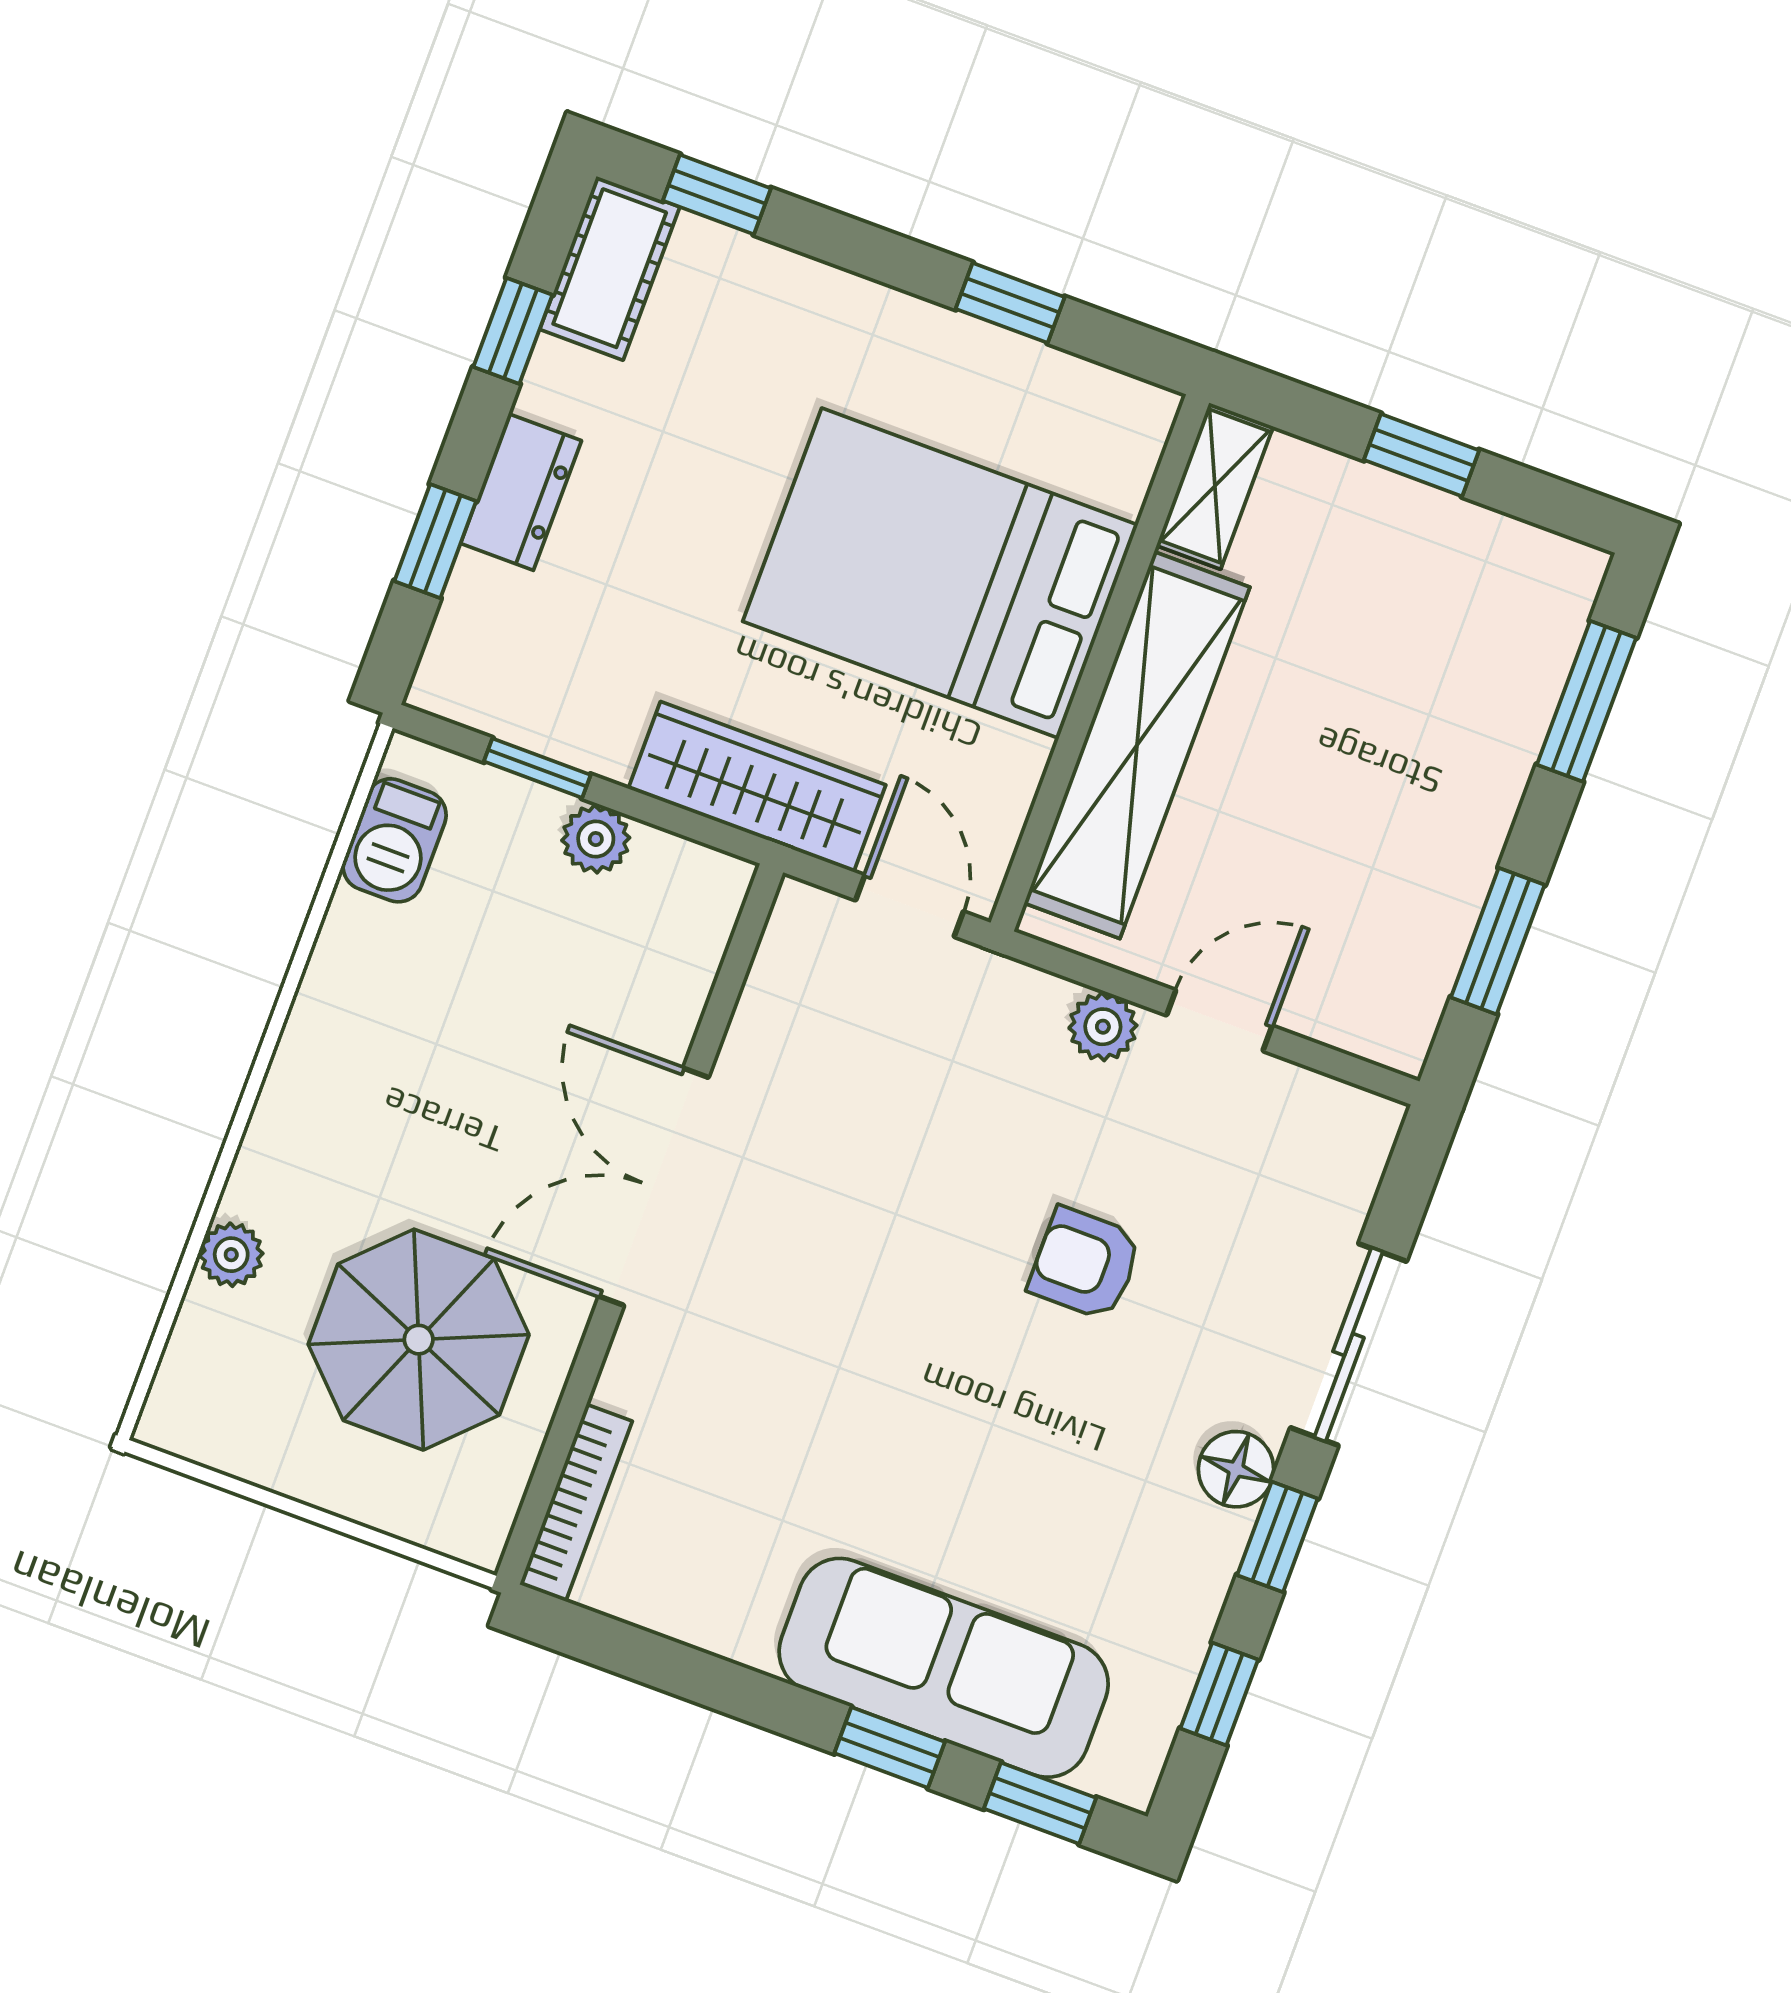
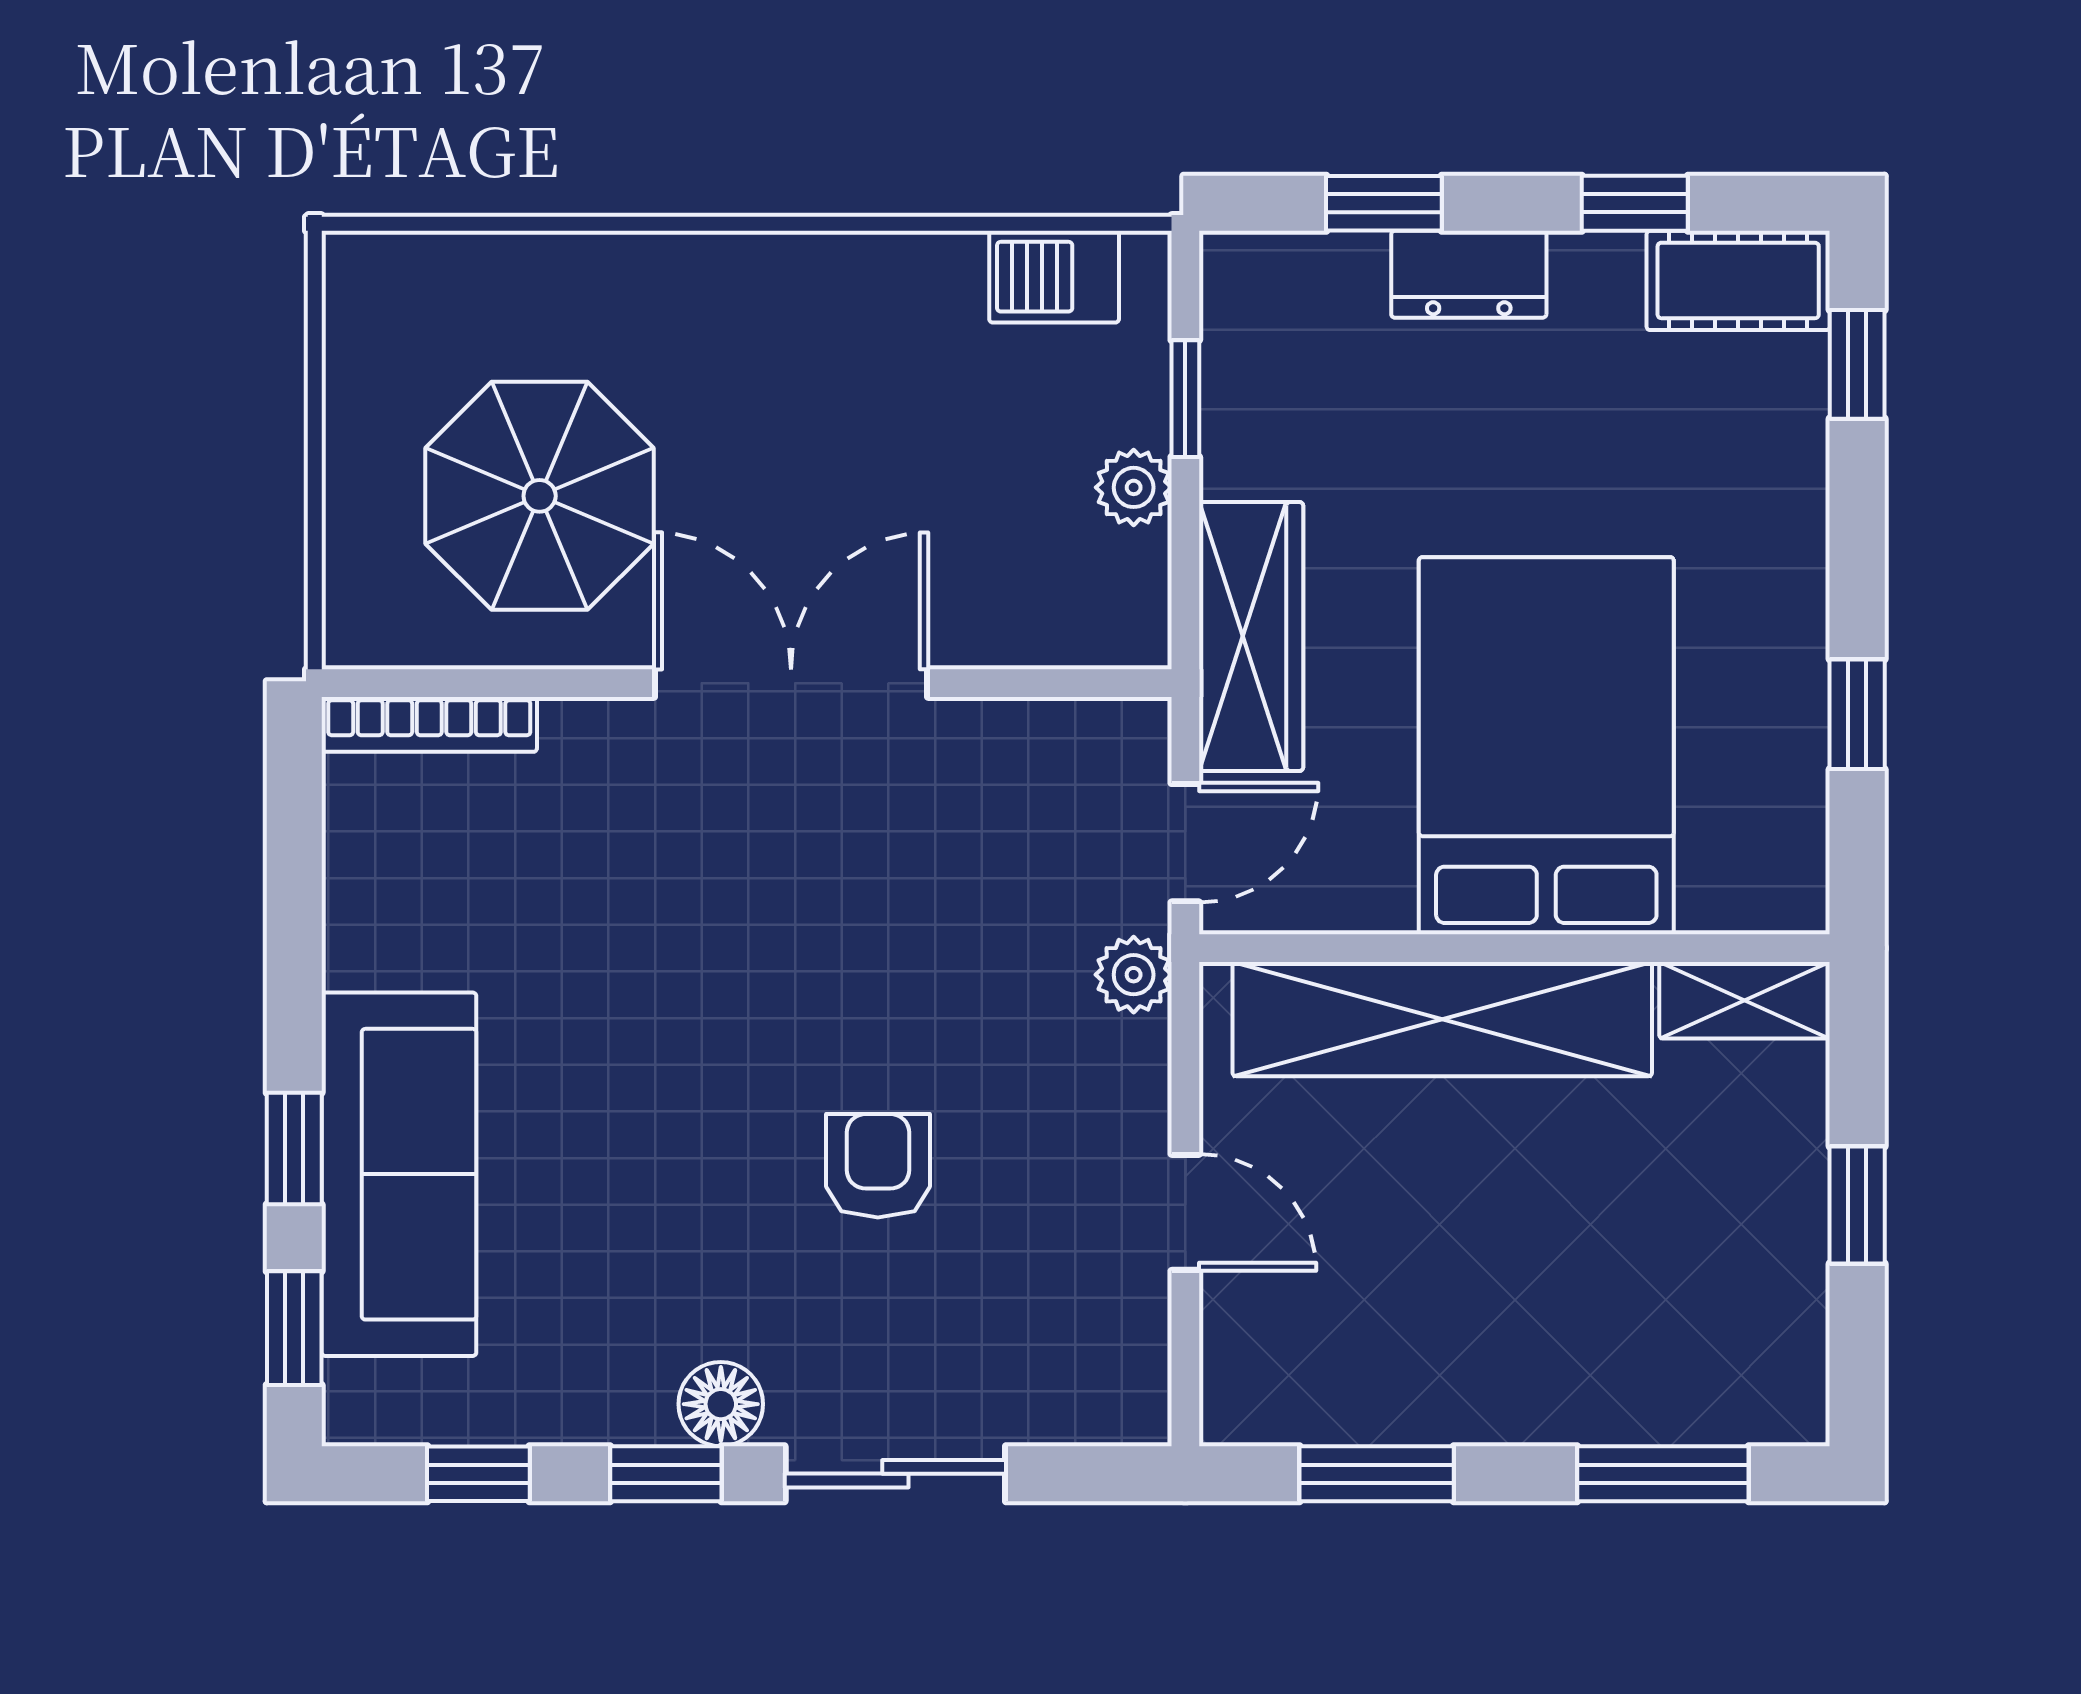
plant: (1103, 1027) -> (1134, 975), moved
plant: (231, 1255) -> (556, 266), removed

